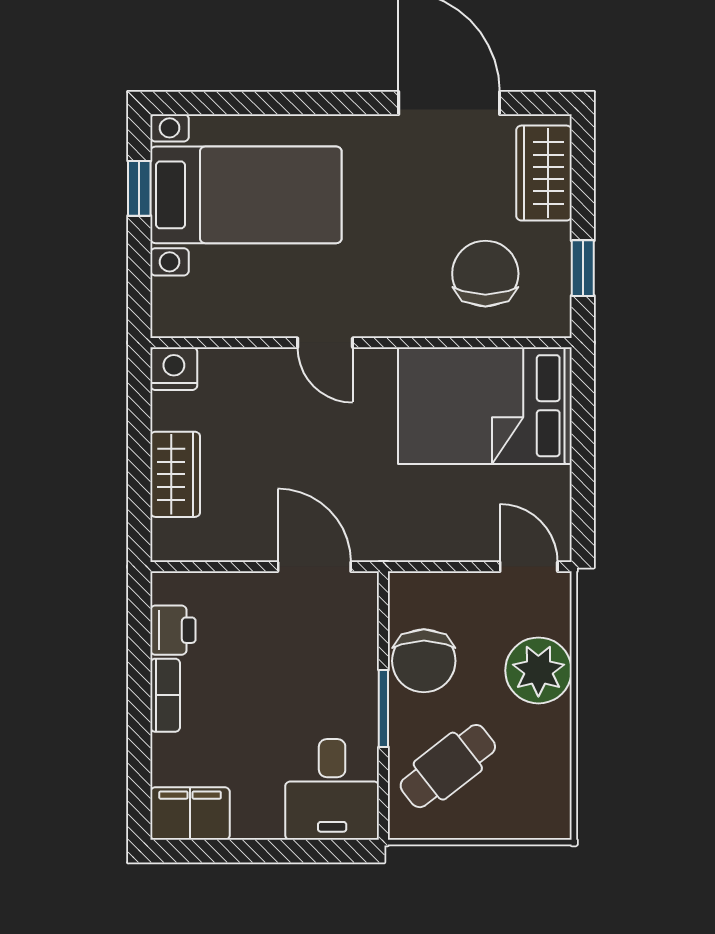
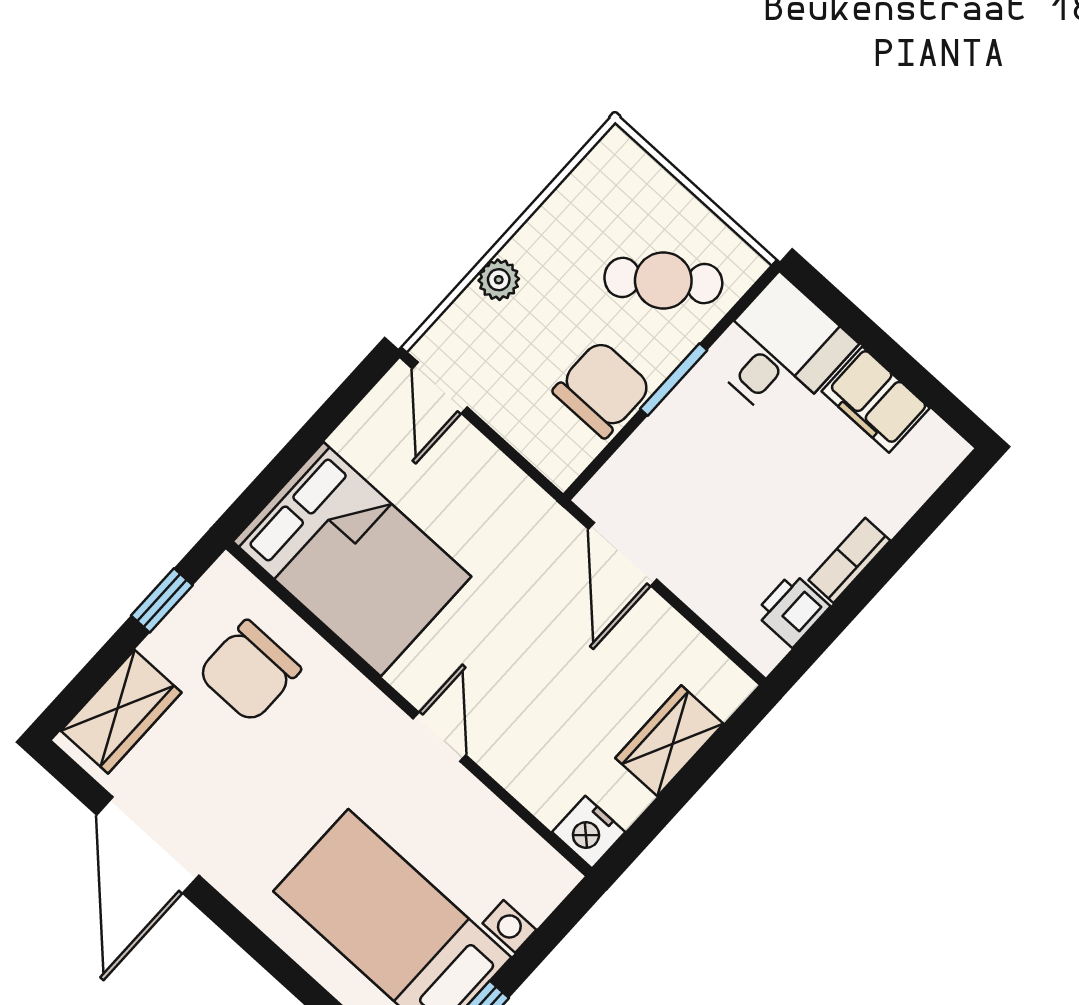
plant: (538, 670) -> (499, 280), width x0.53, depth x0.53
filing cabinet: (190, 814) -> (876, 400), moved

